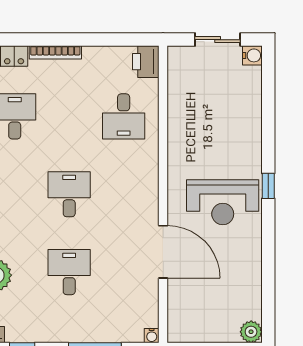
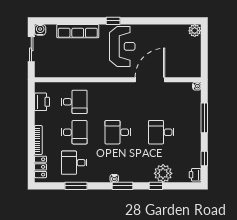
printer: (146, 62) -> (42, 102), moved, turned -90
desk: (69, 116) -> (74, 132), added
row of seats: (250, 123) -> (78, 31), added

